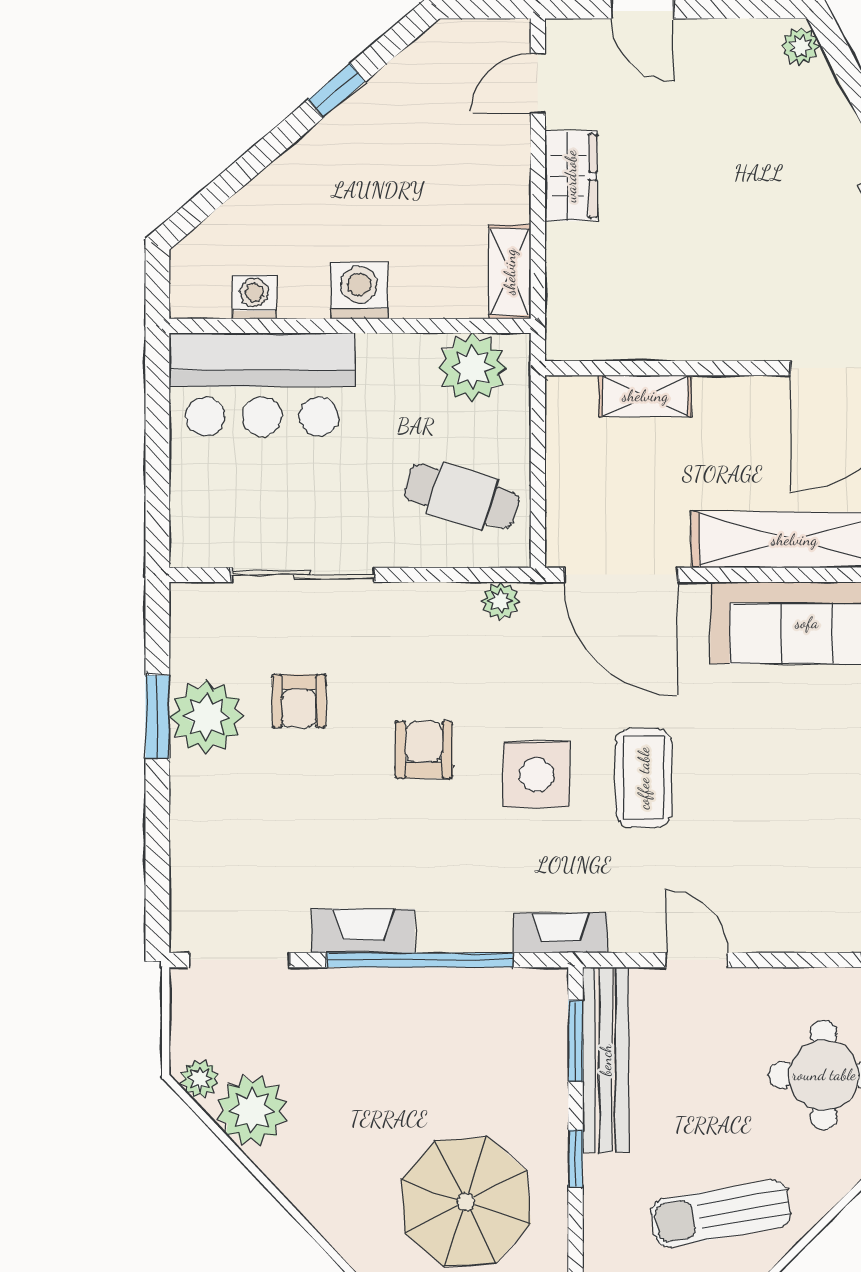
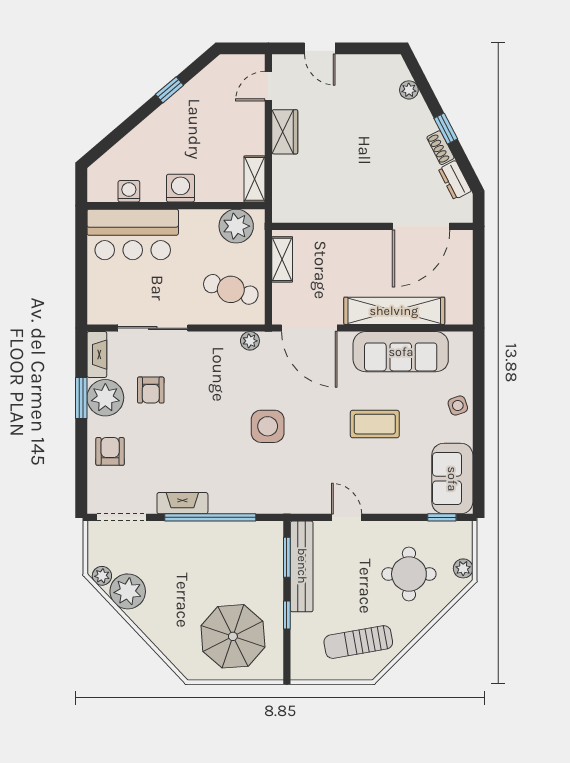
plant: (800, 46) -> (409, 90), moved
shelving: (645, 396) -> (282, 259), moved, turned 90
armchair: (424, 750) -> (110, 451), moved
coffee table: (644, 778) -> (375, 424), moved, turned 90
fireplace: (560, 933) -> (97, 355), moved, turned 90

